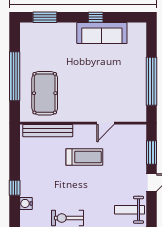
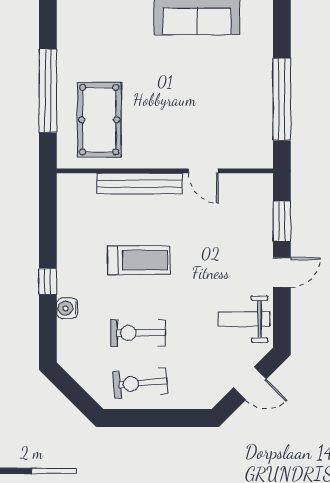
door: (106, 123) -> (203, 171), hinge flipped
bench: (48, 131) -> (140, 184), moved
treadmill: (84, 157) -> (139, 260), moved

